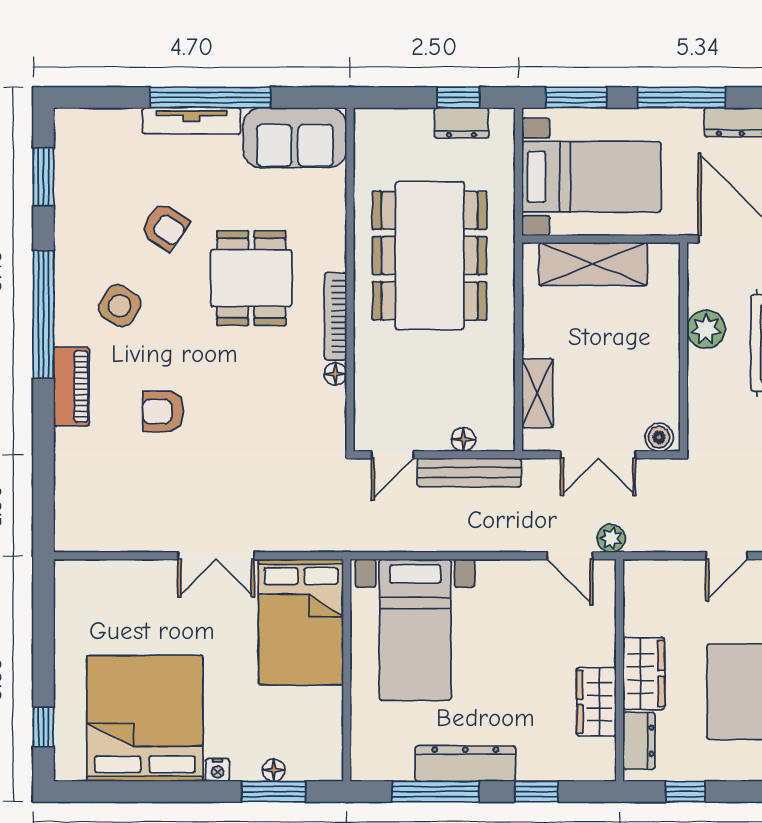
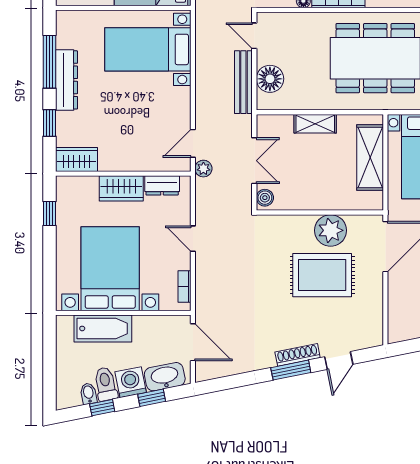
plant: (706, 329) -> (331, 230), width x1.36, depth x1.36
shelving: (537, 393) -> (315, 124), moved
floor lamp: (463, 439) -> (270, 79), width x1.89, depth x1.89
double door: (598, 455) -> (254, 161), swing flipped
wardrobe: (596, 702) -> (77, 160), moved
dresser: (639, 741) -> (162, 185), moved

